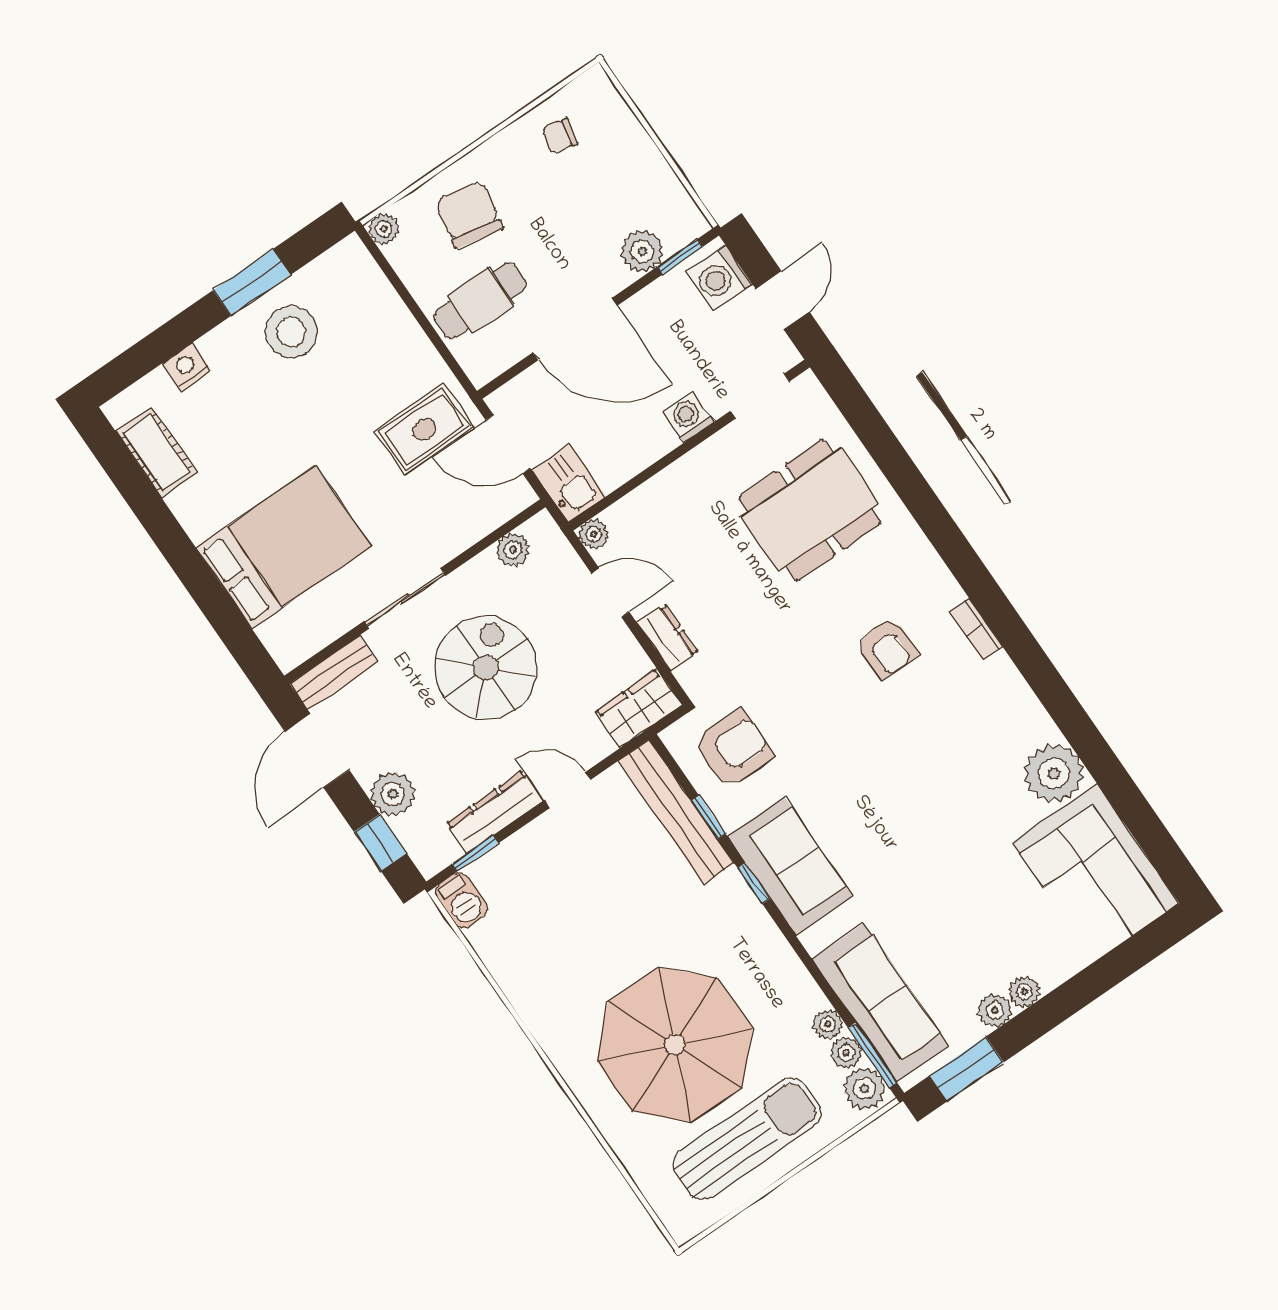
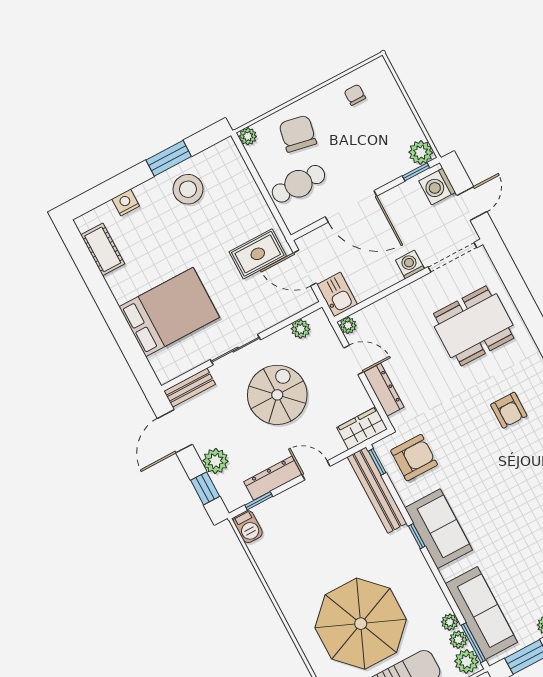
chair: (559, 136) -> (355, 95), turned 77
plant: (642, 251) -> (421, 152), moved
doorway: (760, 396) -> (452, 257), width x1.38
dresser: (668, 638) -> (384, 390), width x1.44
window: (708, 817) -> (377, 462), moved

